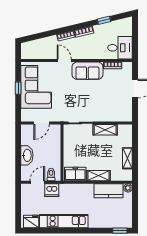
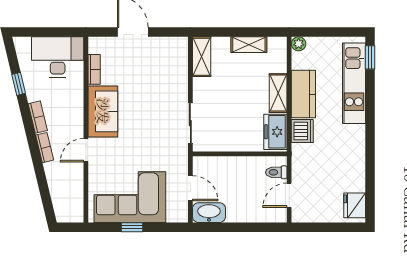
desk: (120, 48) -> (58, 57), width x1.37
shelving: (105, 130) -> (202, 57), moved
washbasin: (27, 155) -> (209, 213), moved
door: (37, 182) -> (289, 195), hinge flipped
dishwasher: (52, 190) -> (302, 131), moved
kitchen counter: (109, 191) -> (303, 94), moved
kitchen unit: (64, 221) -> (354, 83), moved

